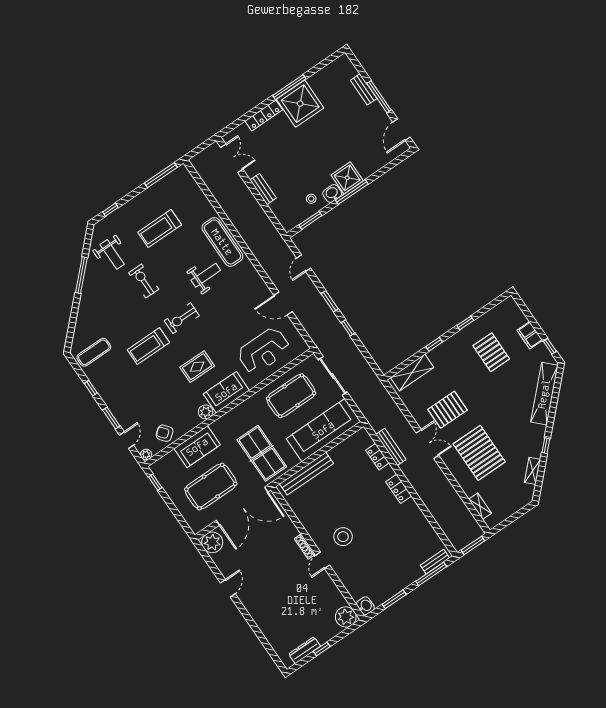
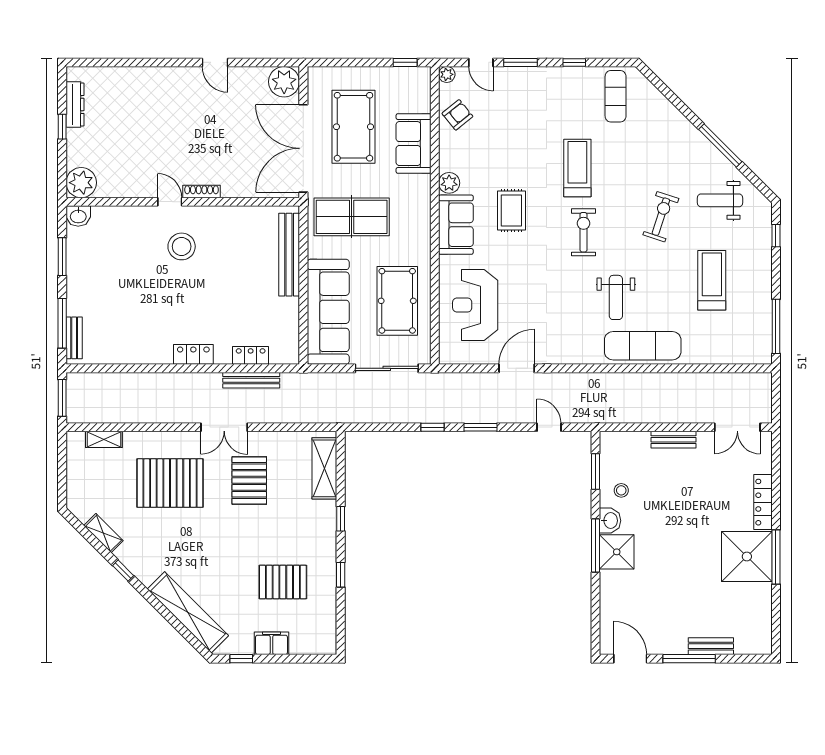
exercise bike: (144, 281) -> (661, 217), turned -72

